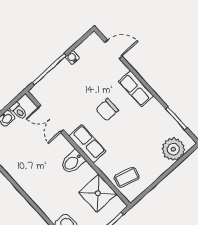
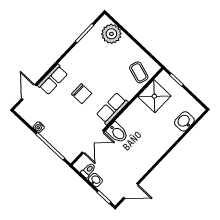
row of seats: (136, 89) -> (53, 79), moved
bidet: (72, 162) -> (117, 133), moved

